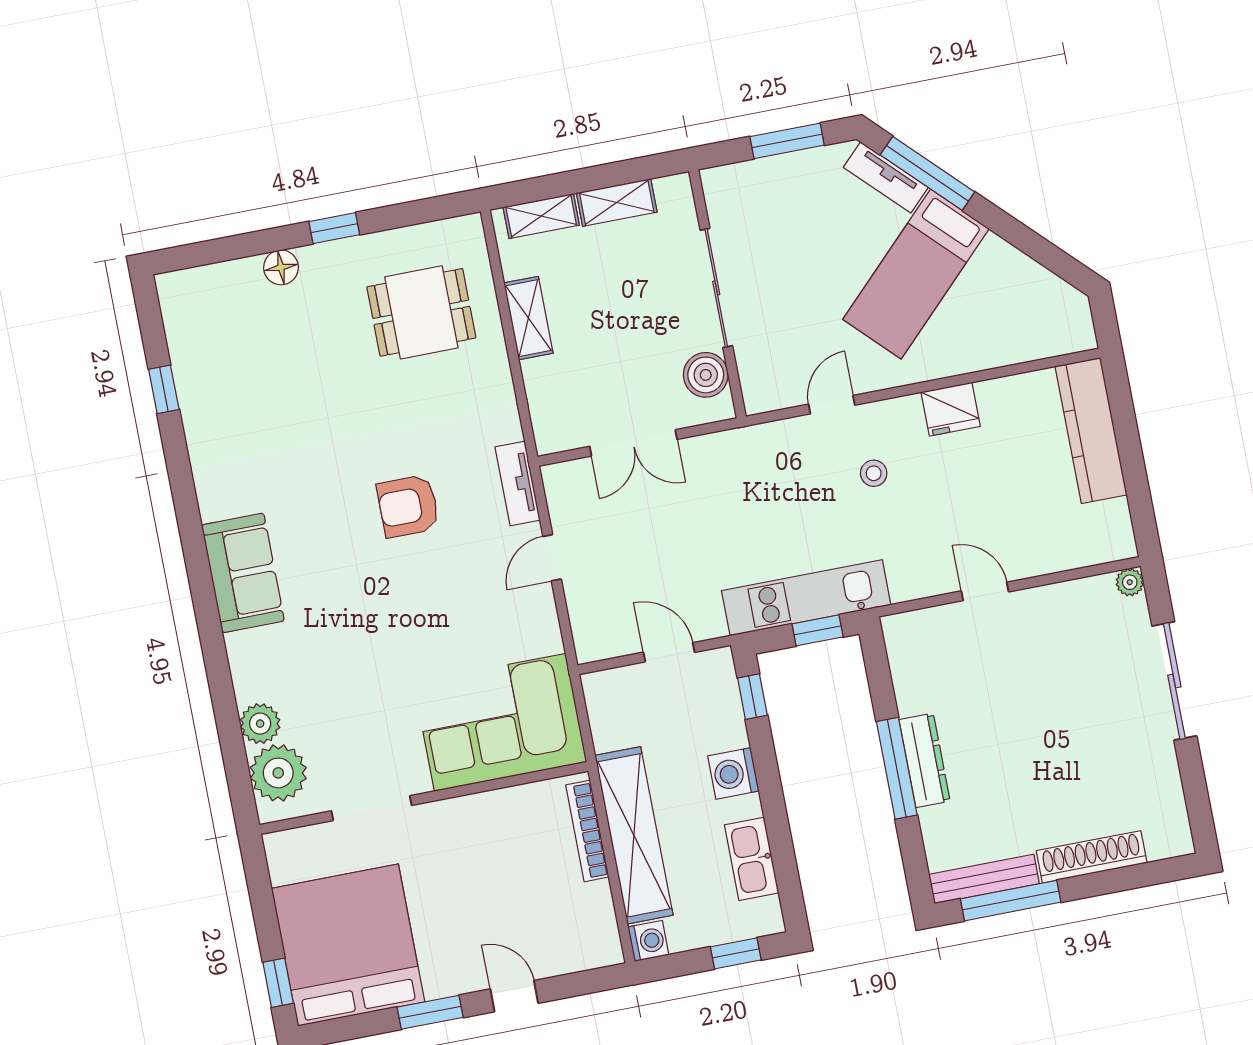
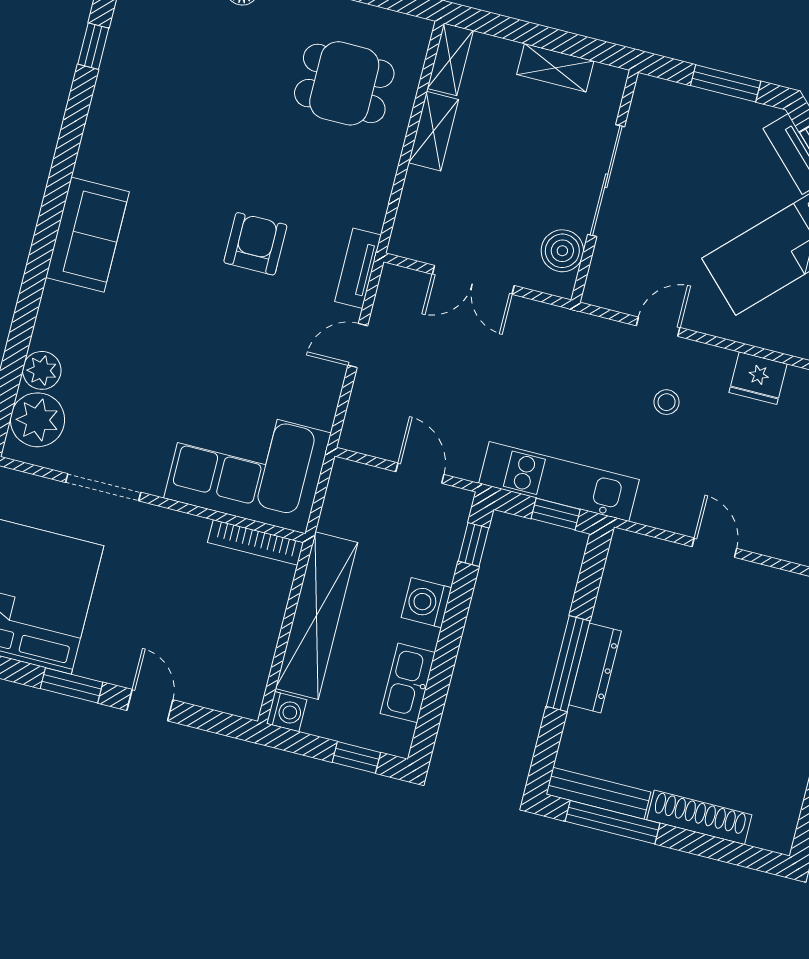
shelving: (541, 216) -> (450, 59), moved, turned 90
armchair: (408, 506) -> (255, 244), turned 90
bookcase: (587, 831) -> (256, 542), moved, turned -90

